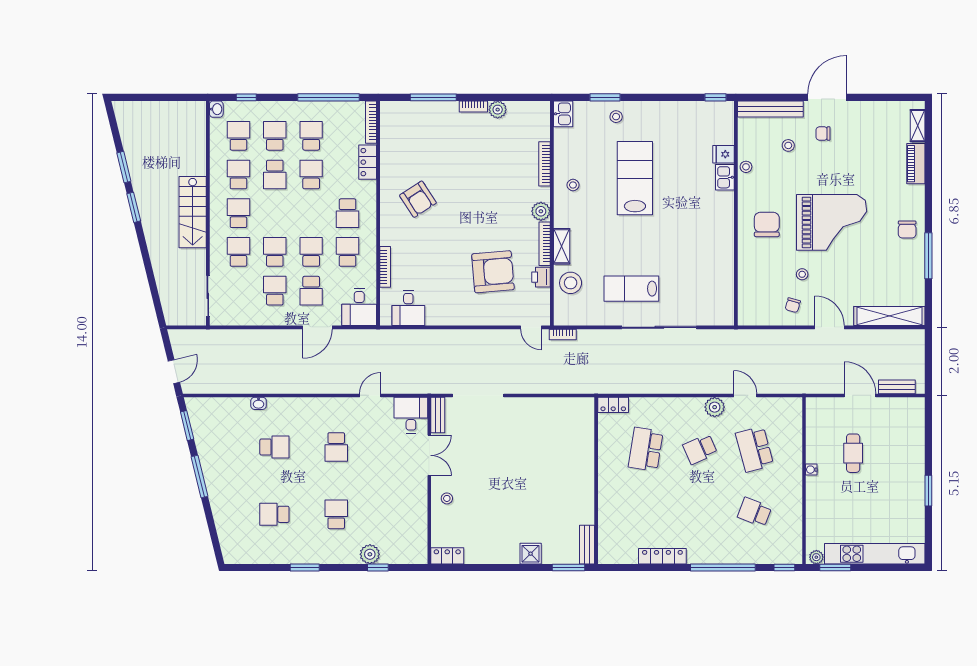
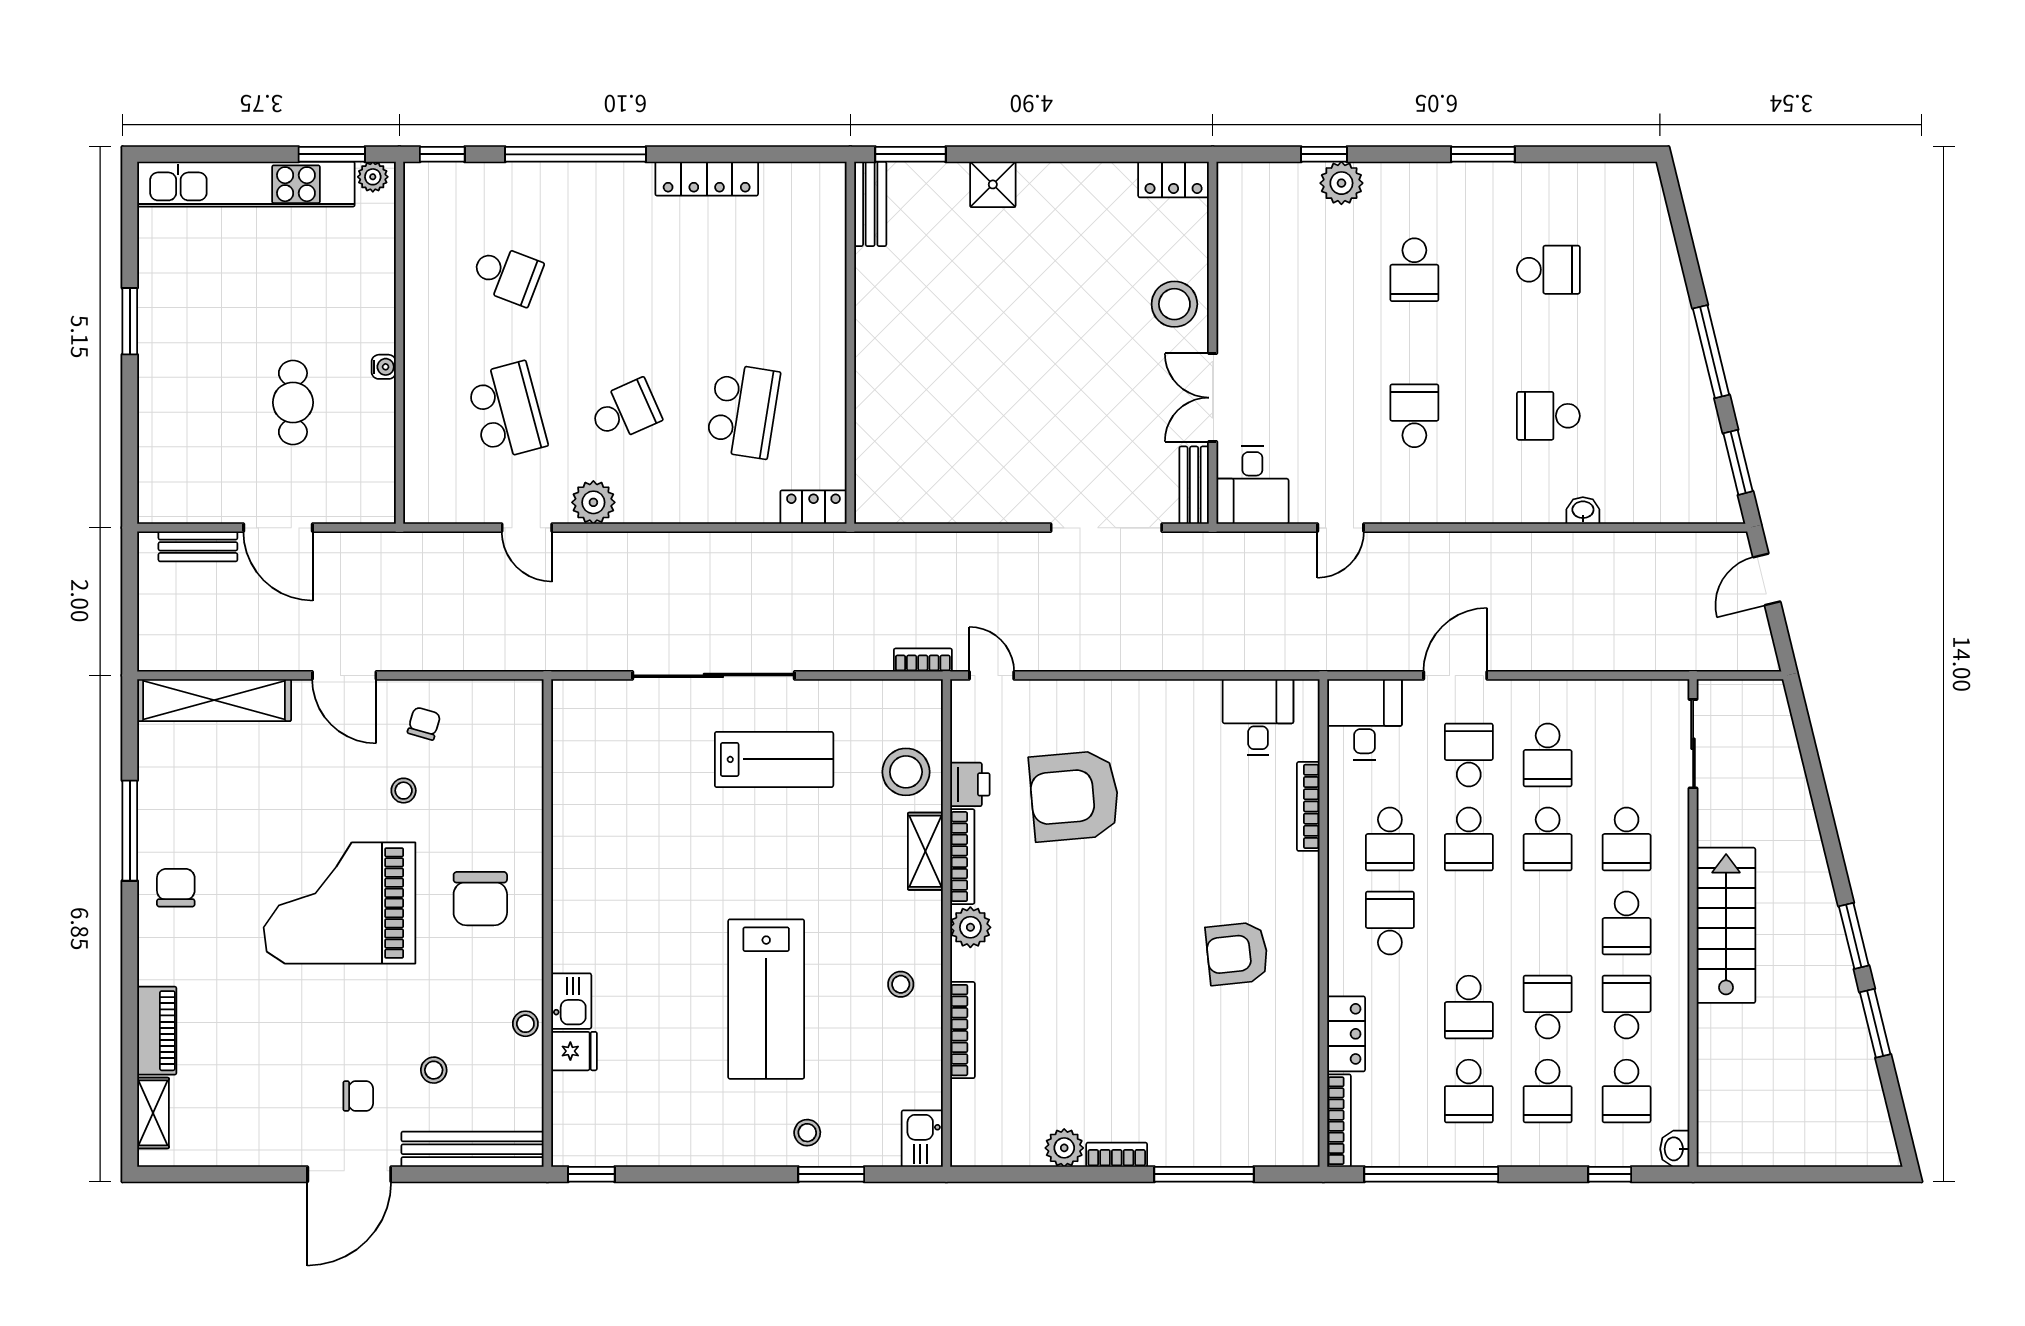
school desk: (238, 174) -> (1627, 1007), turned 180
armchair: (418, 199) -> (1237, 954), turned -63
stool: (447, 498) -> (1174, 304), width x1.89, depth x1.89

